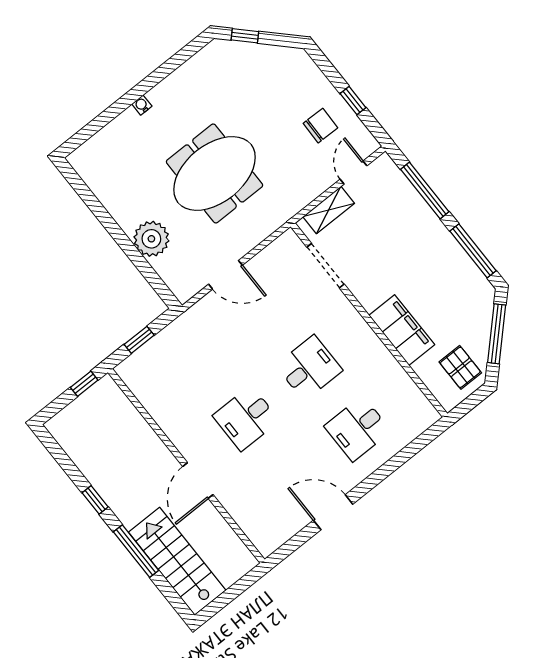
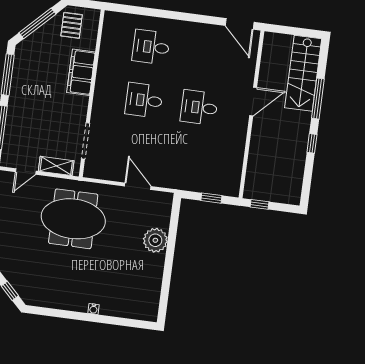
chair: (320, 126) -> (18, 210), removed
meeting table: (214, 173) -> (73, 219), moved
desk: (246, 418) -> (199, 107), turned 180
desk: (358, 429) -> (151, 47), turned 180
door: (333, 512) -> (240, 24), moved

